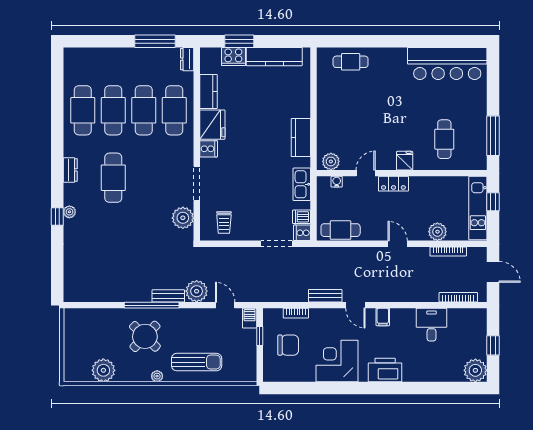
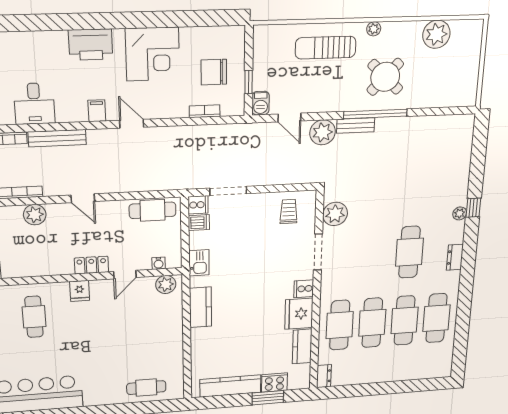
window: (155, 41) -> (357, 390), removed
kitchen sink: (302, 184) -> (199, 263), width x0.73
bench: (325, 296) -> (57, 138), moved, width x1.36

